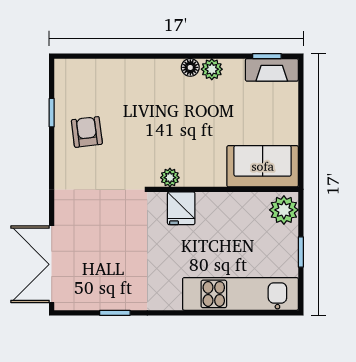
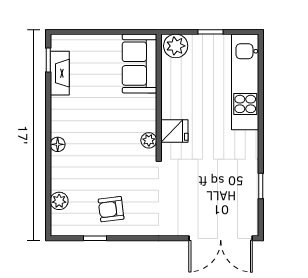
floor lamp: (190, 67) -> (58, 144), moved
plant: (212, 69) -> (59, 201), moved
fireplace: (272, 70) -> (60, 73), moved

